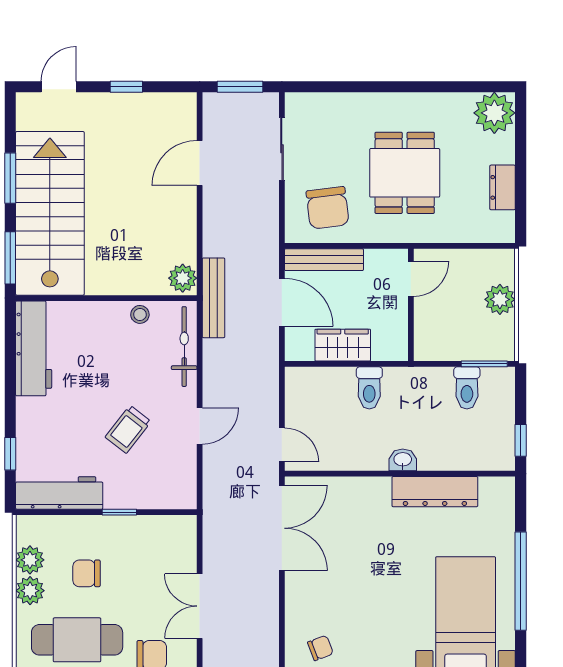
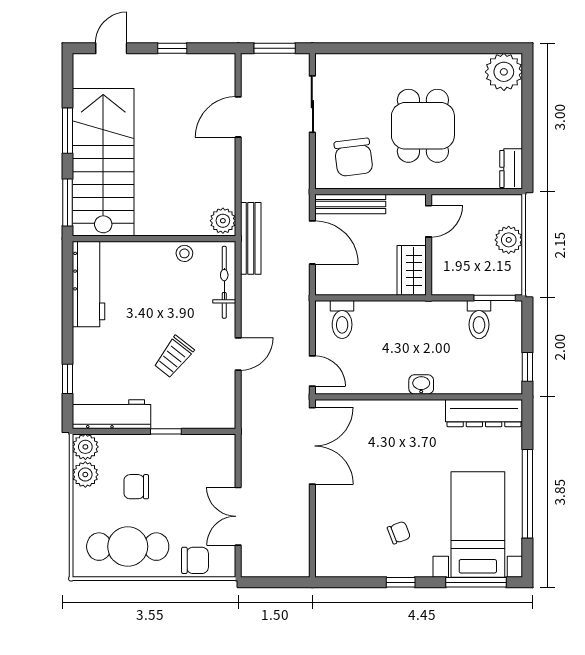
dresser: (503, 187) -> (511, 169), moved
wardrobe: (343, 345) -> (412, 270), moved, turned -90
toilet: (369, 388) -> (342, 320), moved
dresser: (435, 492) -> (484, 413), moved
plant: (30, 591) -> (85, 447), moved
chair: (320, 648) -> (399, 533), moved

